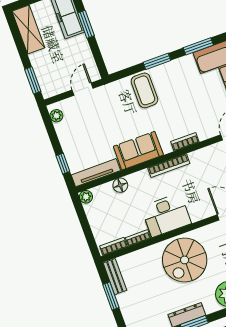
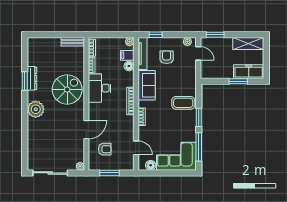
window: (198, 46) -> (199, 147), width x1.44
door: (83, 89) -> (198, 53), moved
armchair: (89, 137) -> (167, 57), added
filing cabinet: (106, 193) -> (127, 55), added
spiral stairs: (185, 260) -> (67, 89), turned 90
window: (111, 296) -> (61, 35), removed

